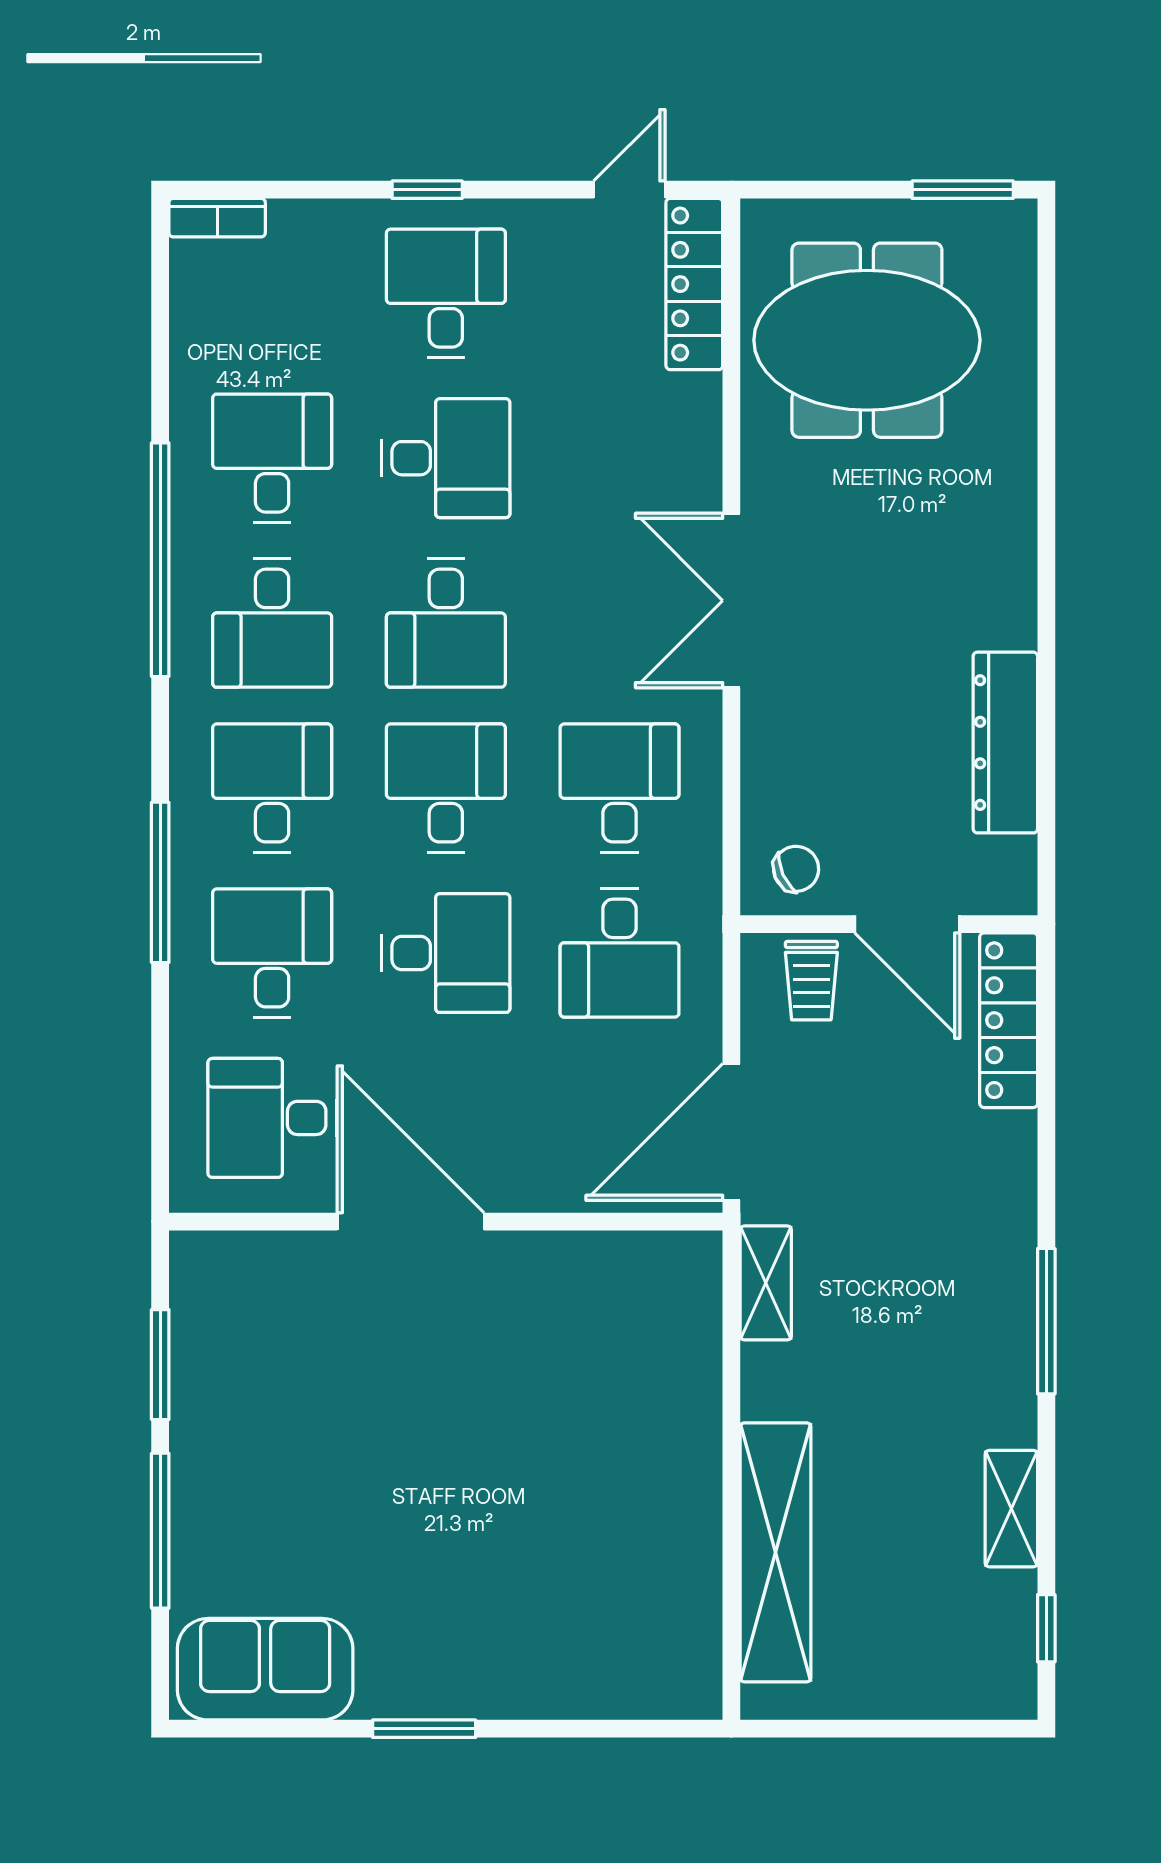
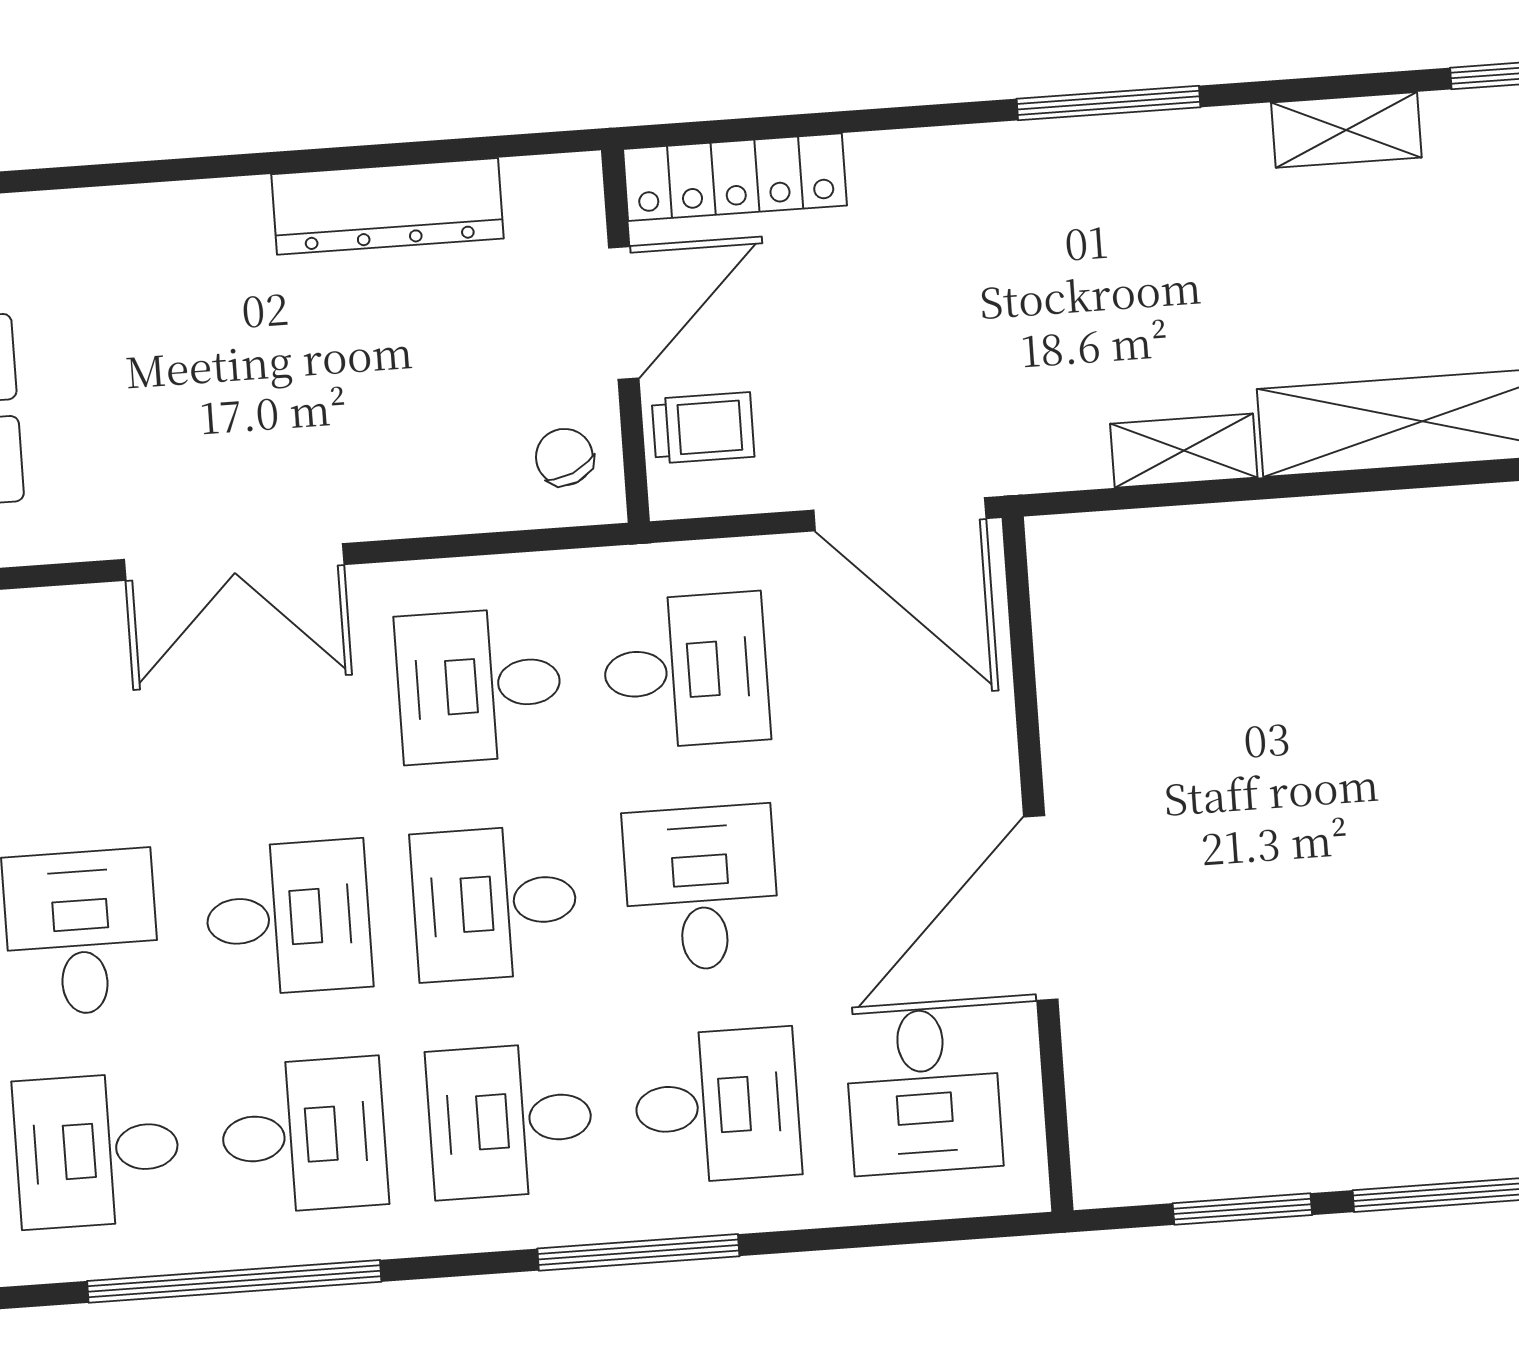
desk: (272, 953) -> (717, 1106), turned 180
shelving: (766, 1283) -> (1184, 451), moved

